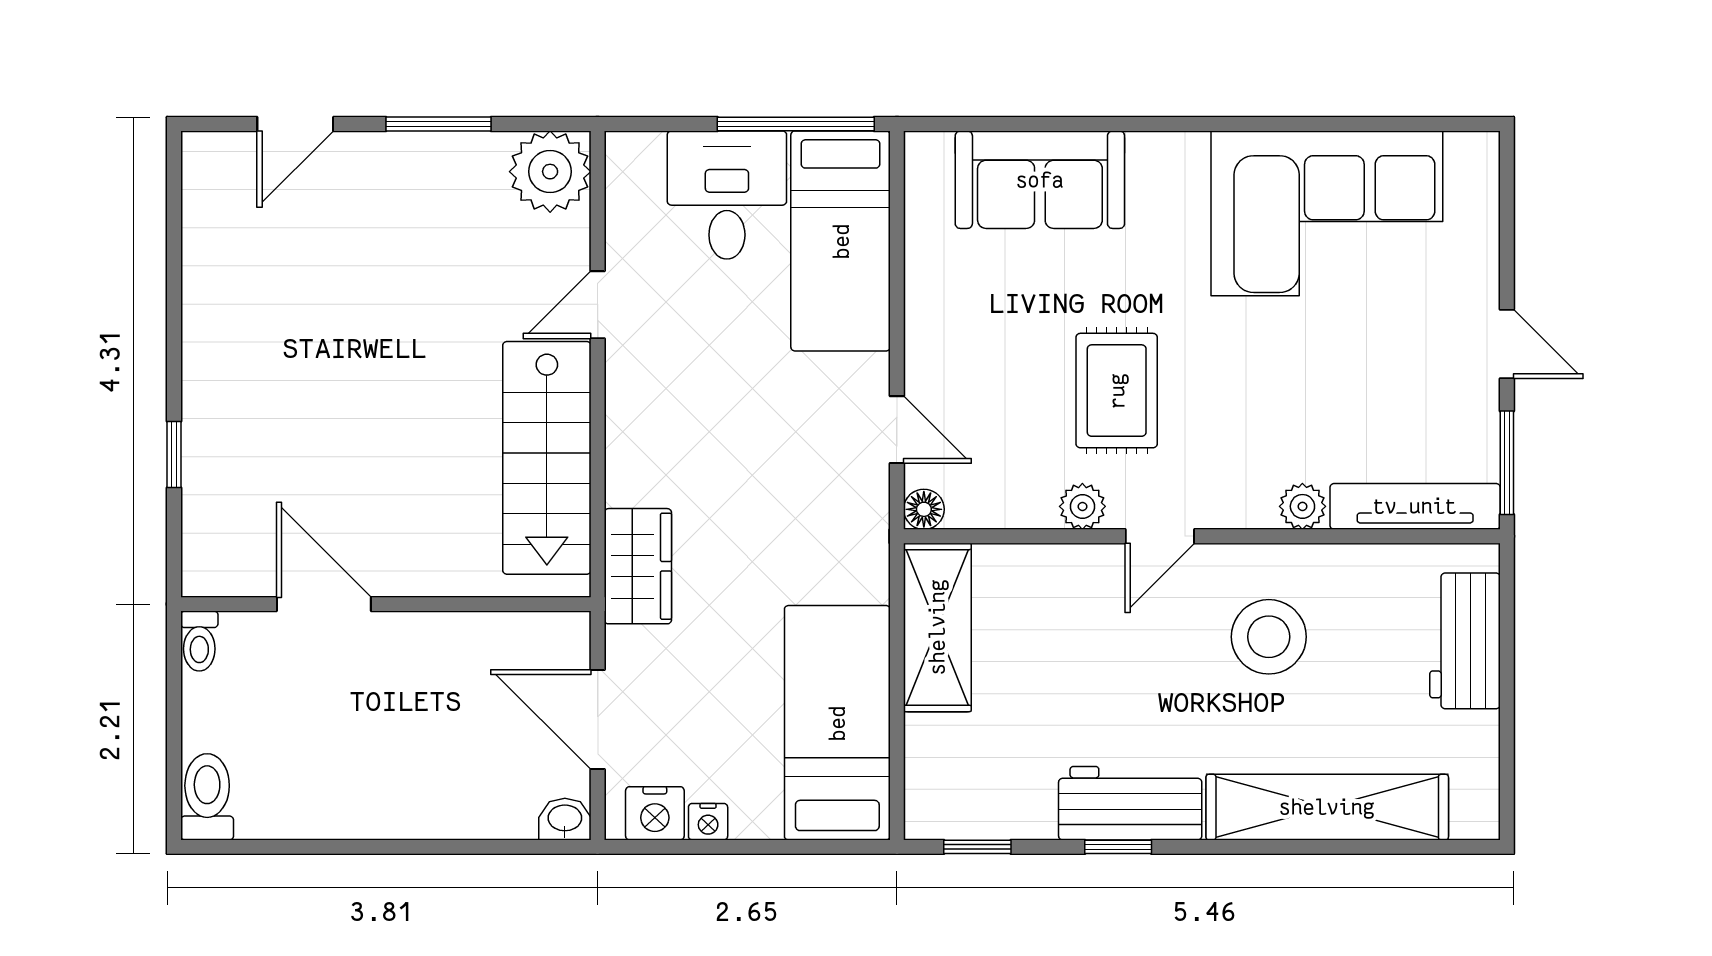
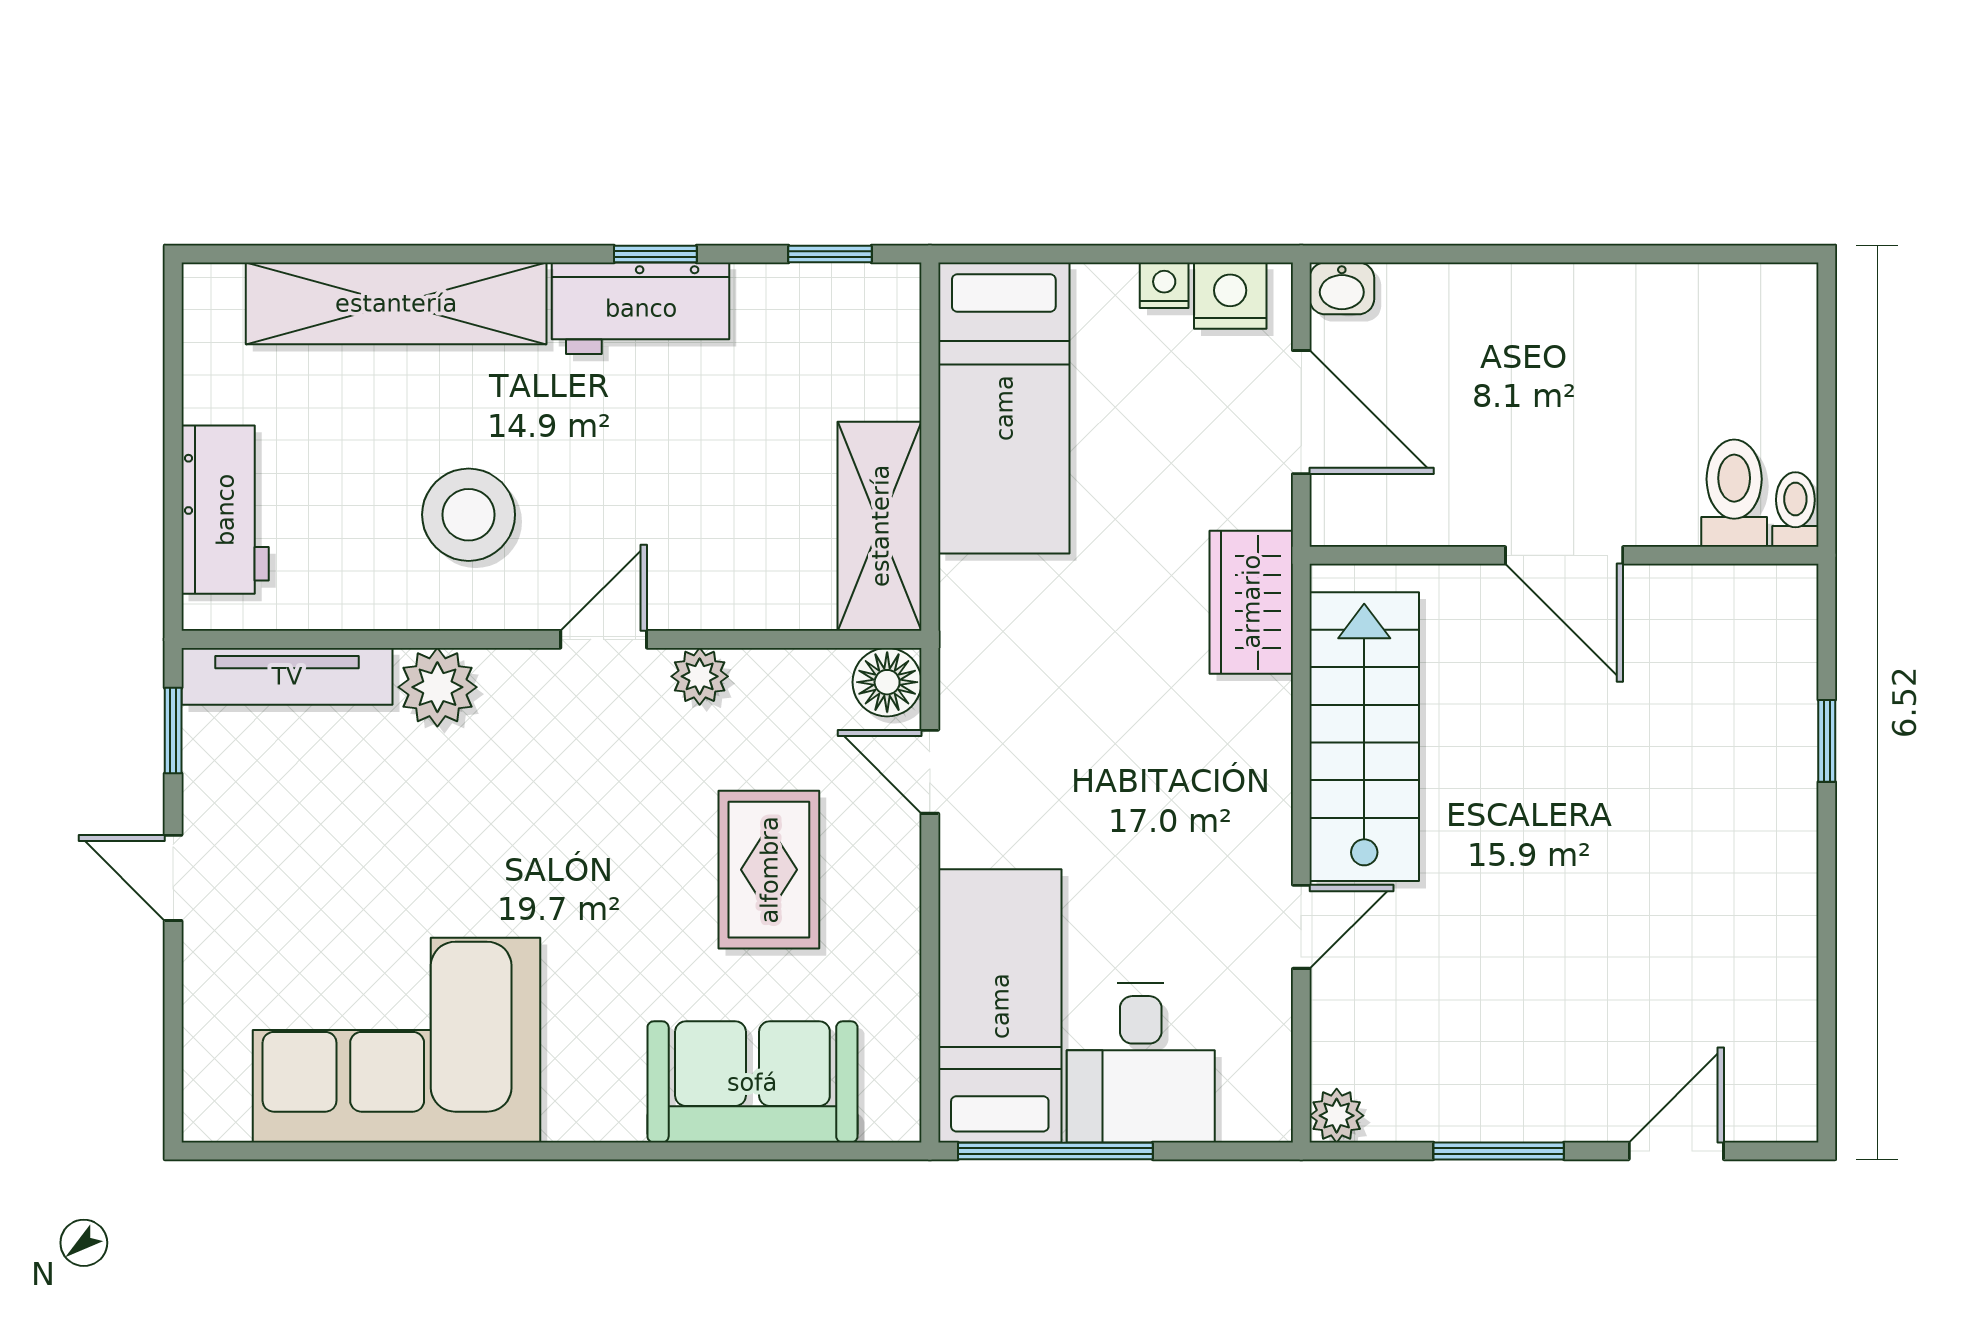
plant: (550, 172) -> (1337, 1116), width x0.53, depth x0.53
rug: (1117, 391) -> (769, 870), moved
window: (1507, 463) -> (173, 731), width x0.67
plant: (1302, 506) -> (437, 687), width x1.38, depth x1.38
floor lamp: (924, 509) -> (887, 682), width x1.37, depth x1.37
door: (324, 604) -> (1564, 555), moved
toilet: (207, 797) -> (1734, 493), moved, turned 180

